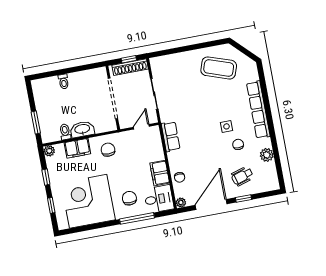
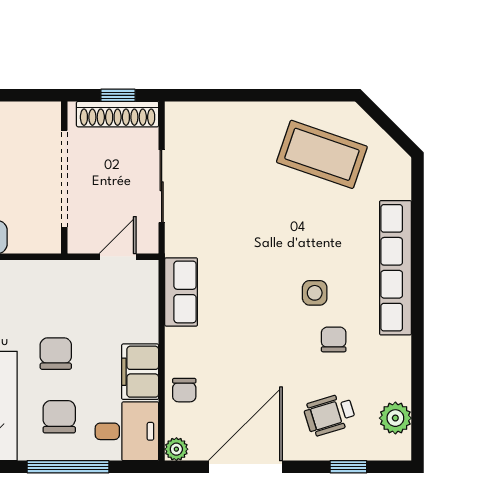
chair: (108, 150) -> (56, 354), moved
plant: (267, 155) -> (395, 418), moved
window: (243, 199) -> (348, 467), moved

